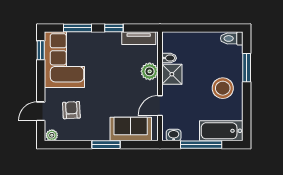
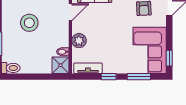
shower: (172, 74) -> (60, 65), moved
stool: (223, 88) -> (29, 23), moved

